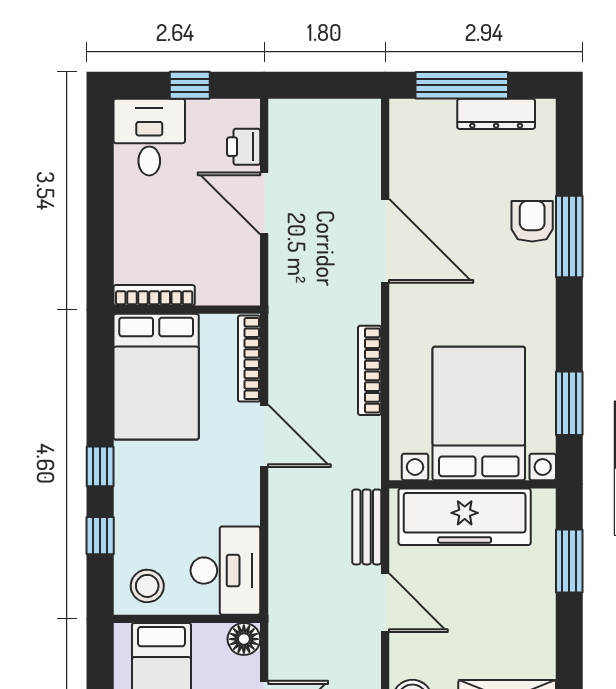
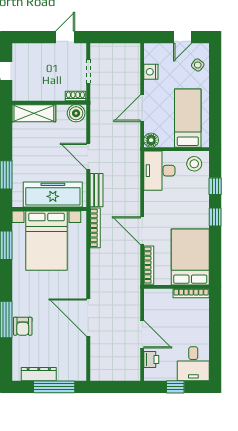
bookcase: (370, 370) -> (95, 228), moved

